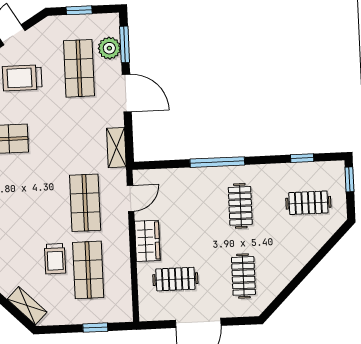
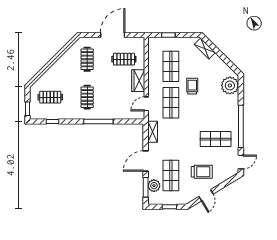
door: (127, 93) -> (146, 161), hinge flipped
trolley: (55, 259) -> (192, 86), moved

